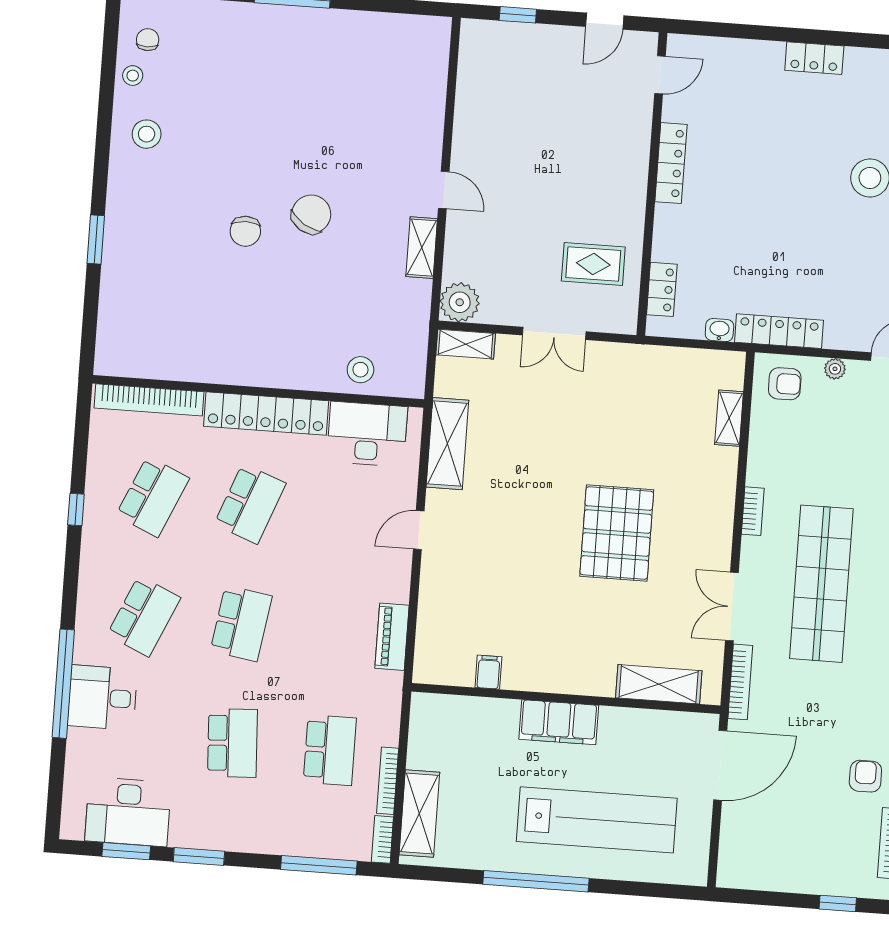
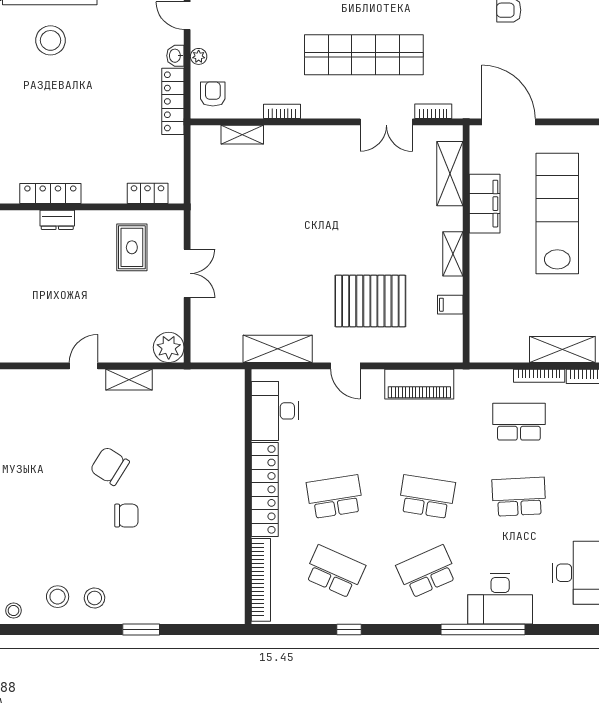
dresser: (636, 170) -> (57, 220), added
washbasin: (719, 330) -> (175, 56), moved
shelving: (466, 344) -> (453, 254), moved
stool: (360, 370) -> (95, 598), moved
school desk: (250, 504) -> (335, 497), turned -30
bookcase: (753, 511) -> (282, 111), moved
pallet: (617, 533) -> (370, 301), moved
school desk: (144, 616) -> (427, 572), turned -48
piano: (392, 637) -> (419, 384), width x1.37, depth x1.33
bookcase: (740, 682) -> (433, 111), width x0.64
desk: (102, 698) -> (500, 599), width x1.37
filing cabinet: (559, 722) -> (485, 204), moved

